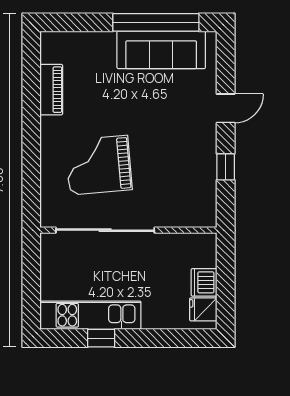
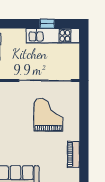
grand piano: (99, 165) -> (48, 115), turned -85

